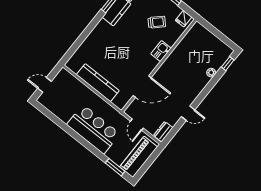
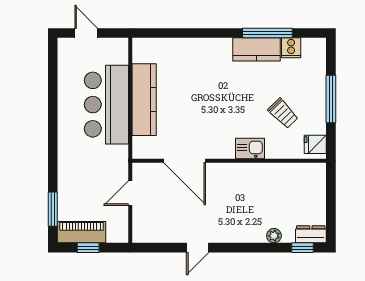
door: (188, 113) -> (198, 248), hinge flipped
bar counter: (93, 129) -> (106, 105), moved, turned 180
dresser: (163, 132) -> (311, 234), moved
piano: (139, 157) -> (81, 232), width x0.73, depth x0.75
window: (147, 165) -> (88, 248), added

